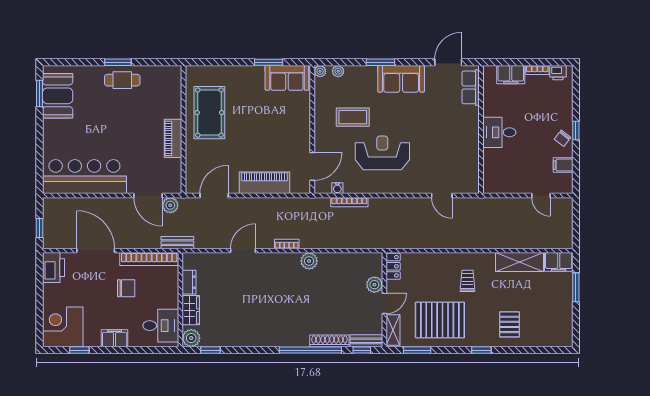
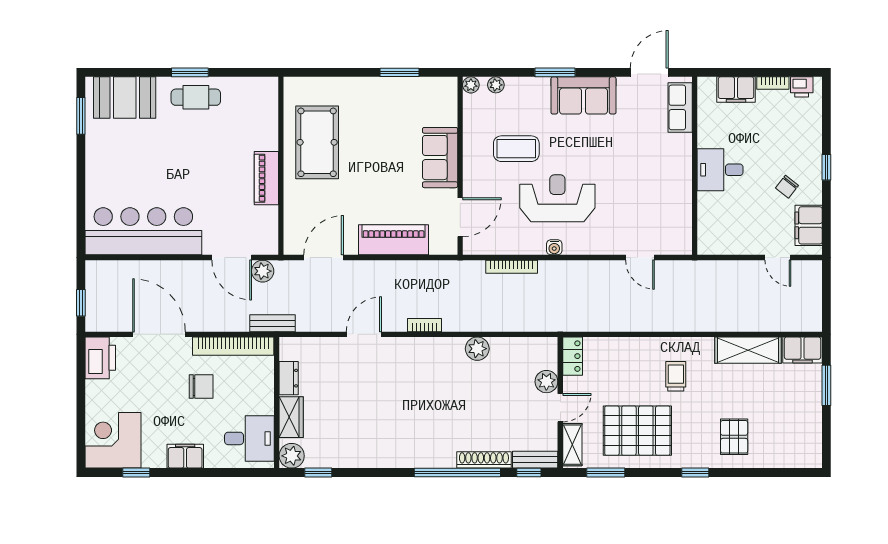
sofa: (287, 78) -> (440, 158), moved, turned 90
booth: (58, 96) -> (125, 98), moved, turned 90
chair: (563, 138) -> (787, 187), moved
filing cabinet: (563, 165) -> (809, 225), width x2.00
water cooler: (337, 188) -> (554, 247), moved
plant: (309, 261) -> (477, 349), moved

